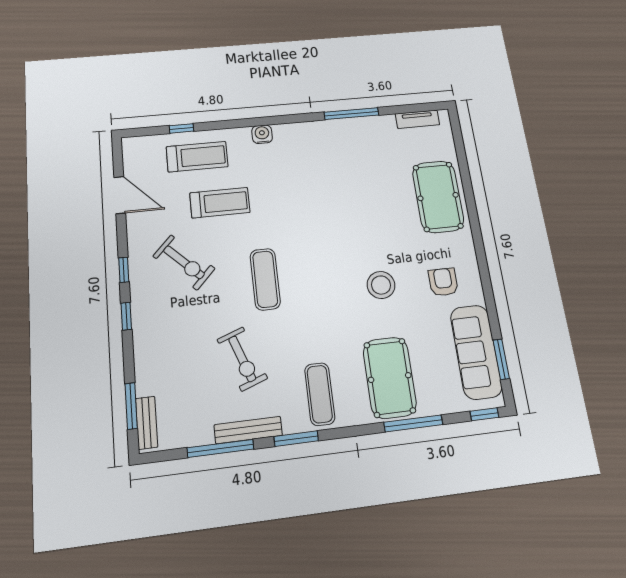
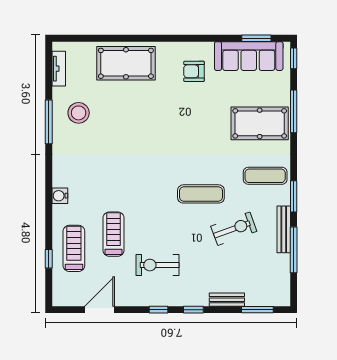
exercise bike: (184, 262) -> (158, 265), turned -134
exercise mat: (265, 279) -> (201, 194), moved
stool: (381, 285) -> (79, 113), moved
bench: (147, 423) -> (227, 300), moved

